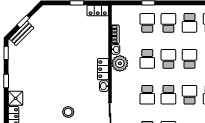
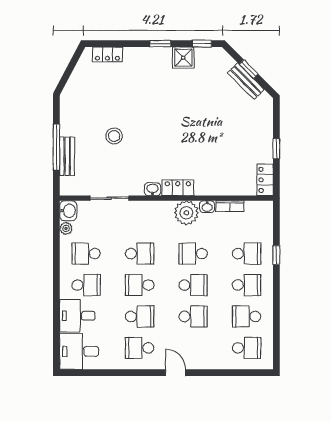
bench: (22, 33) -> (246, 81), moved
school desk: (147, 95) -> (140, 254), turned 180
shower: (16, 98) -> (183, 58), moved

